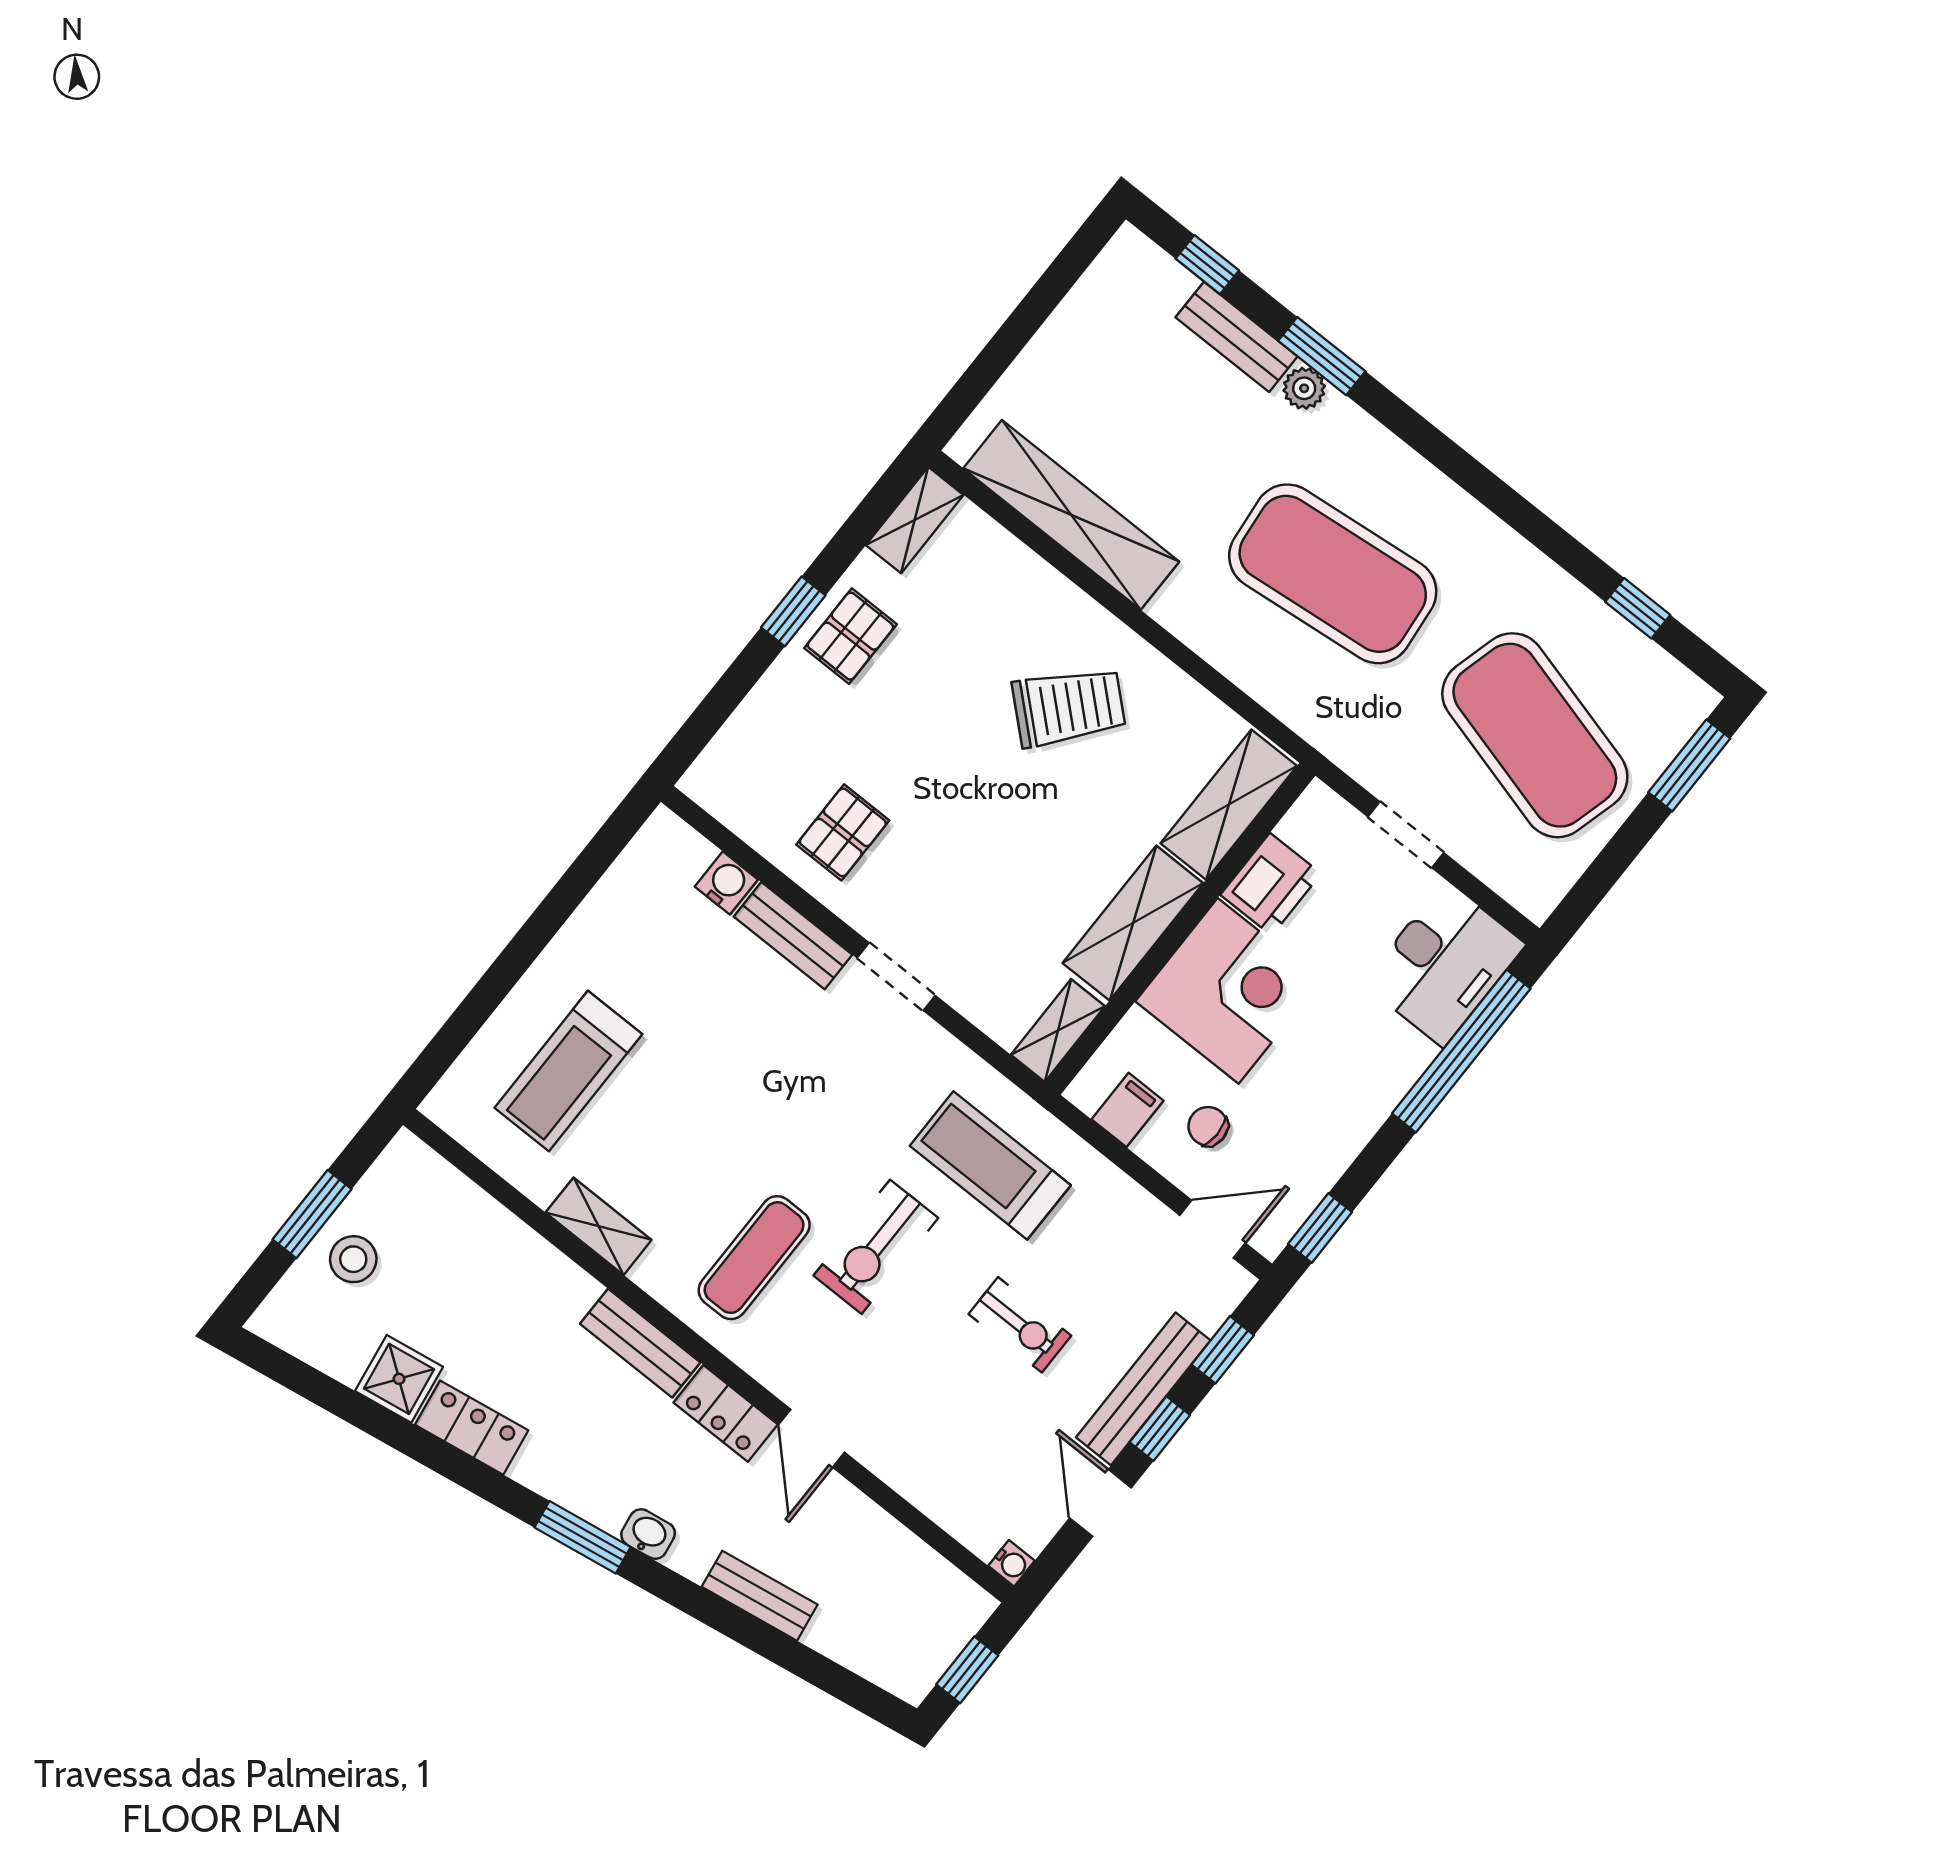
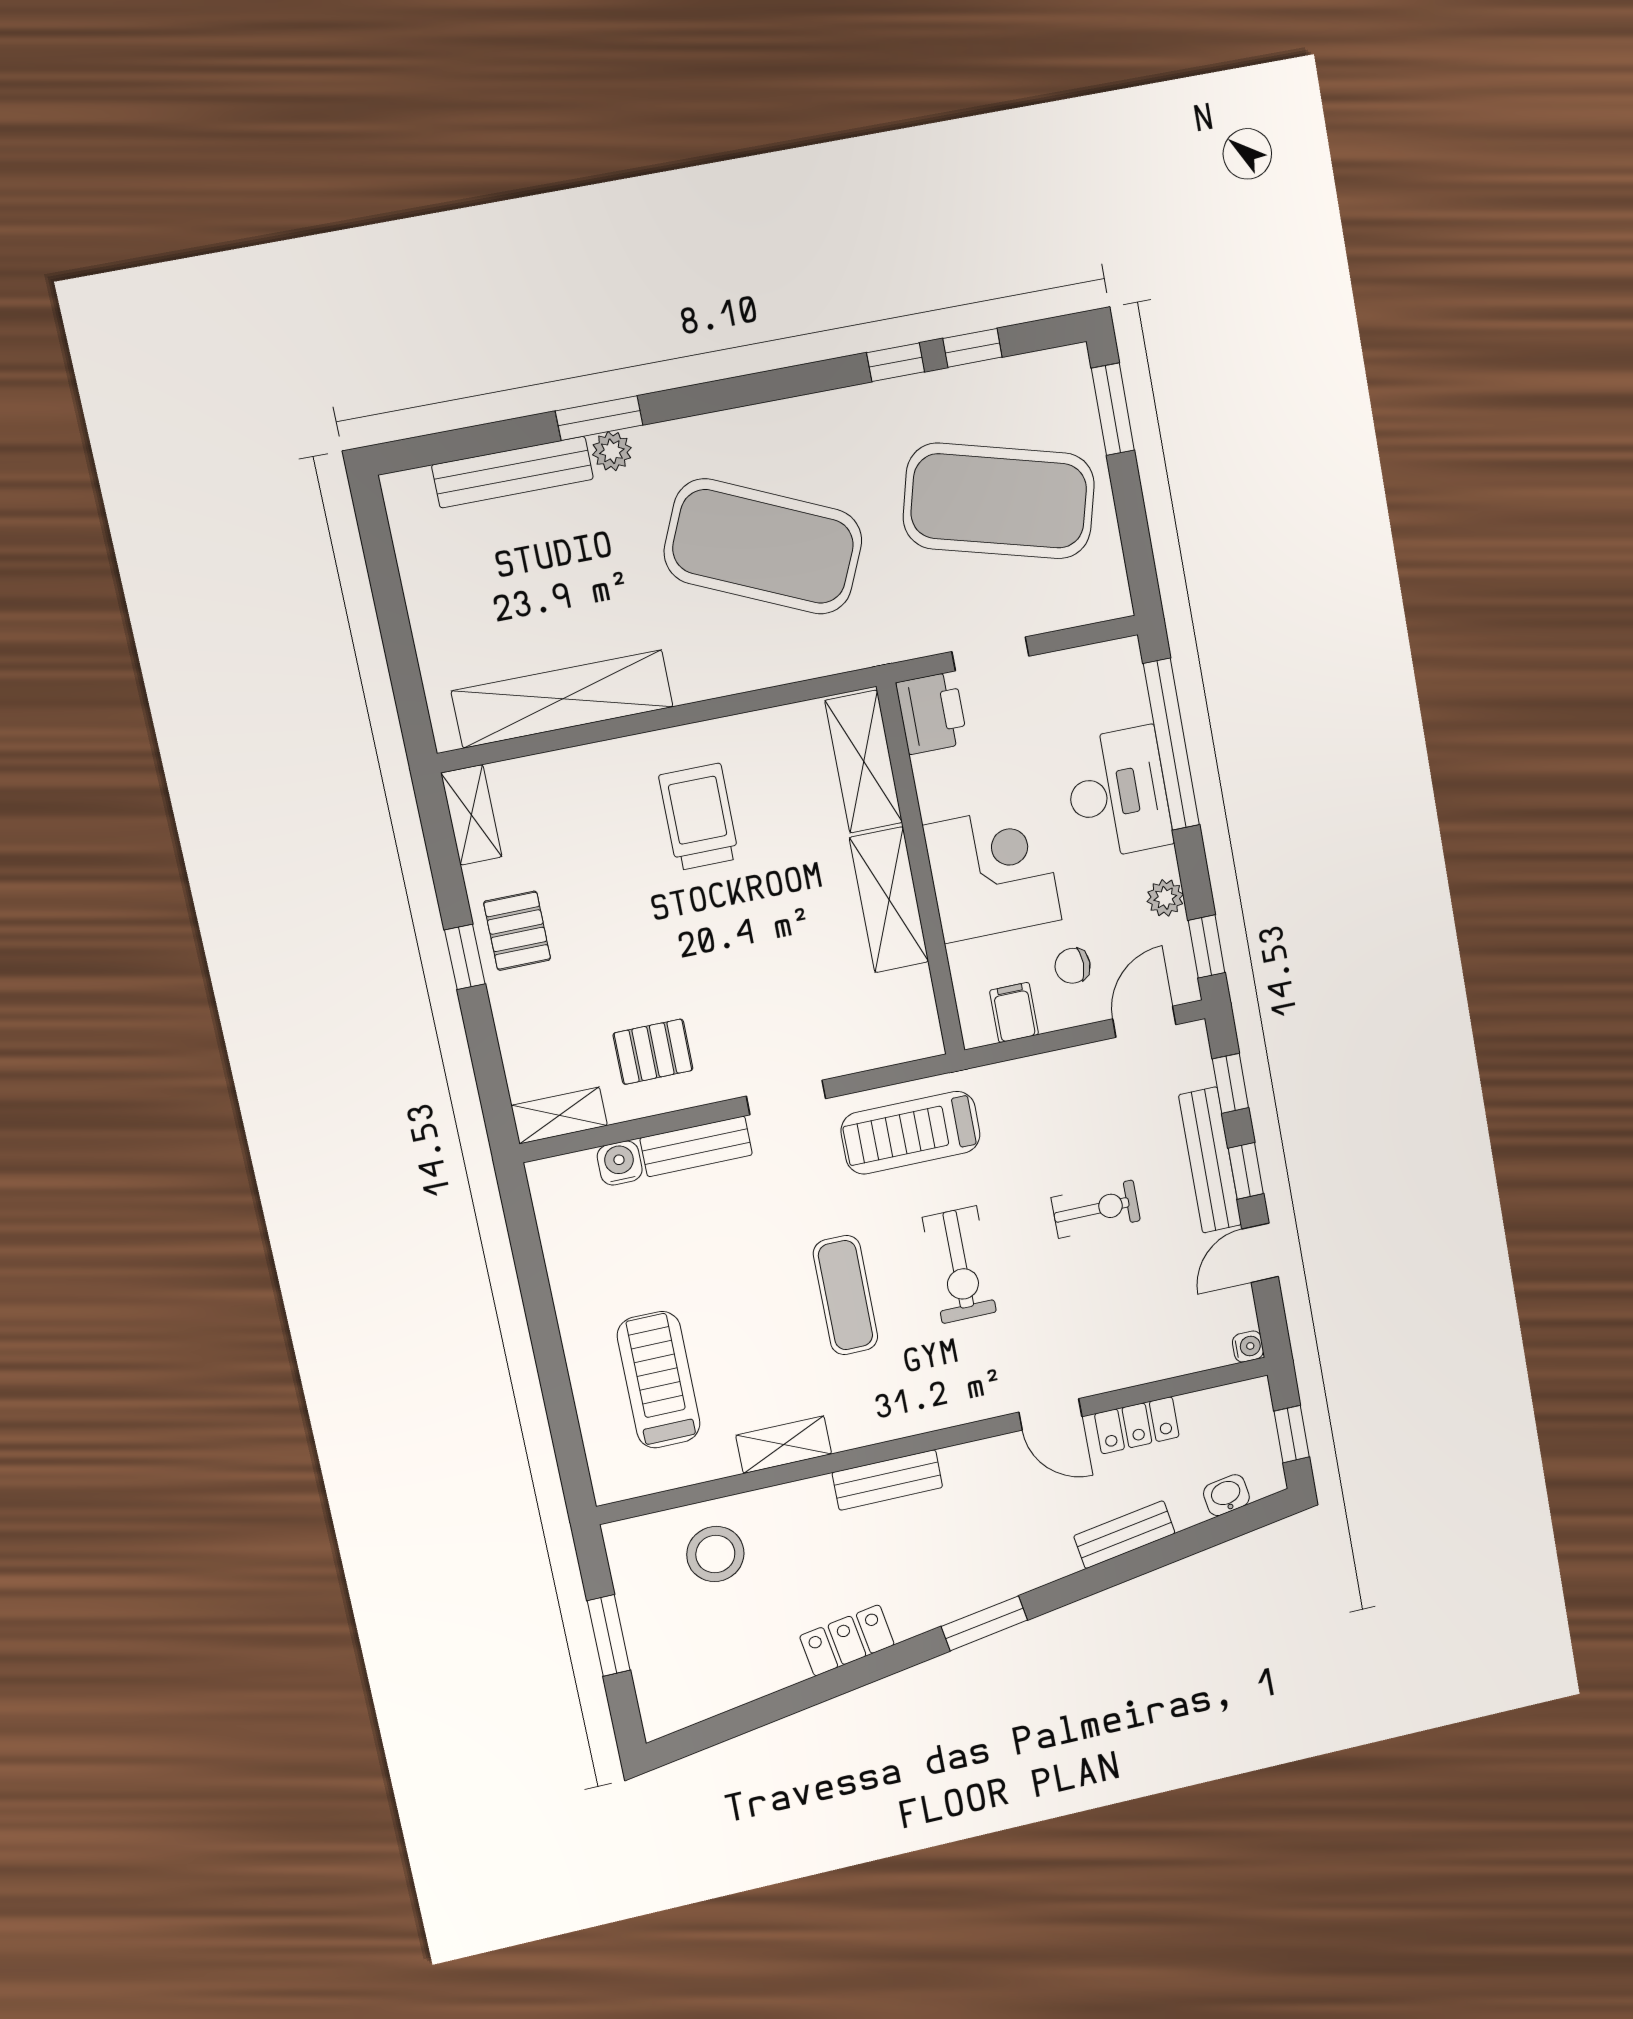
window: (1207, 265) -> (896, 362), moved
bench: (1237, 337) -> (513, 472), width x1.36
exercise mat: (1333, 574) -> (763, 547), turned 30
trolley: (1069, 707) -> (699, 817), turned -42
pallet: (843, 832) -> (653, 1052), turned 90
printer: (1271, 884) -> (932, 713), moved
desk: (1444, 964) -> (1118, 793), moved
shelving: (1058, 1030) -> (559, 1115), moved, turned 90
treadmill: (568, 1071) -> (659, 1380), turned 180
plant: (1331, 1157) -> (1165, 898), added
treadmill: (990, 1165) -> (911, 1133), moved
exercise mat: (754, 1258) -> (846, 1295), moved
stool: (353, 1259) -> (715, 1554), moved, width x1.38, depth x1.38
shower: (399, 1379) -> (772, 1664), removed
locker: (726, 1413) -> (1137, 1425), moved
door: (1100, 1503) -> (1260, 1253), hinge flipped
washbasin: (648, 1534) -> (1226, 1495), moved

